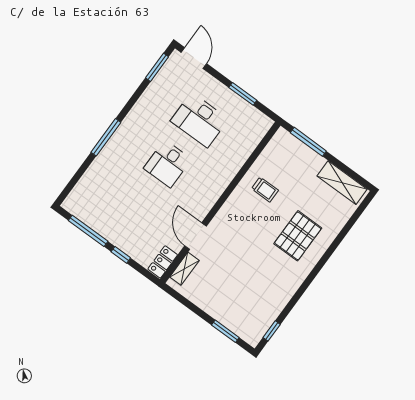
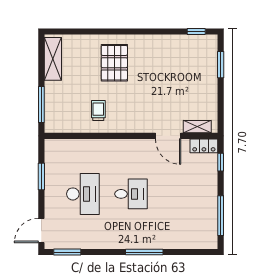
door: (196, 236) -> (168, 136), hinge flipped
pallet: (298, 236) -> (114, 63), turned 90
window: (121, 255) -> (221, 162), moved

